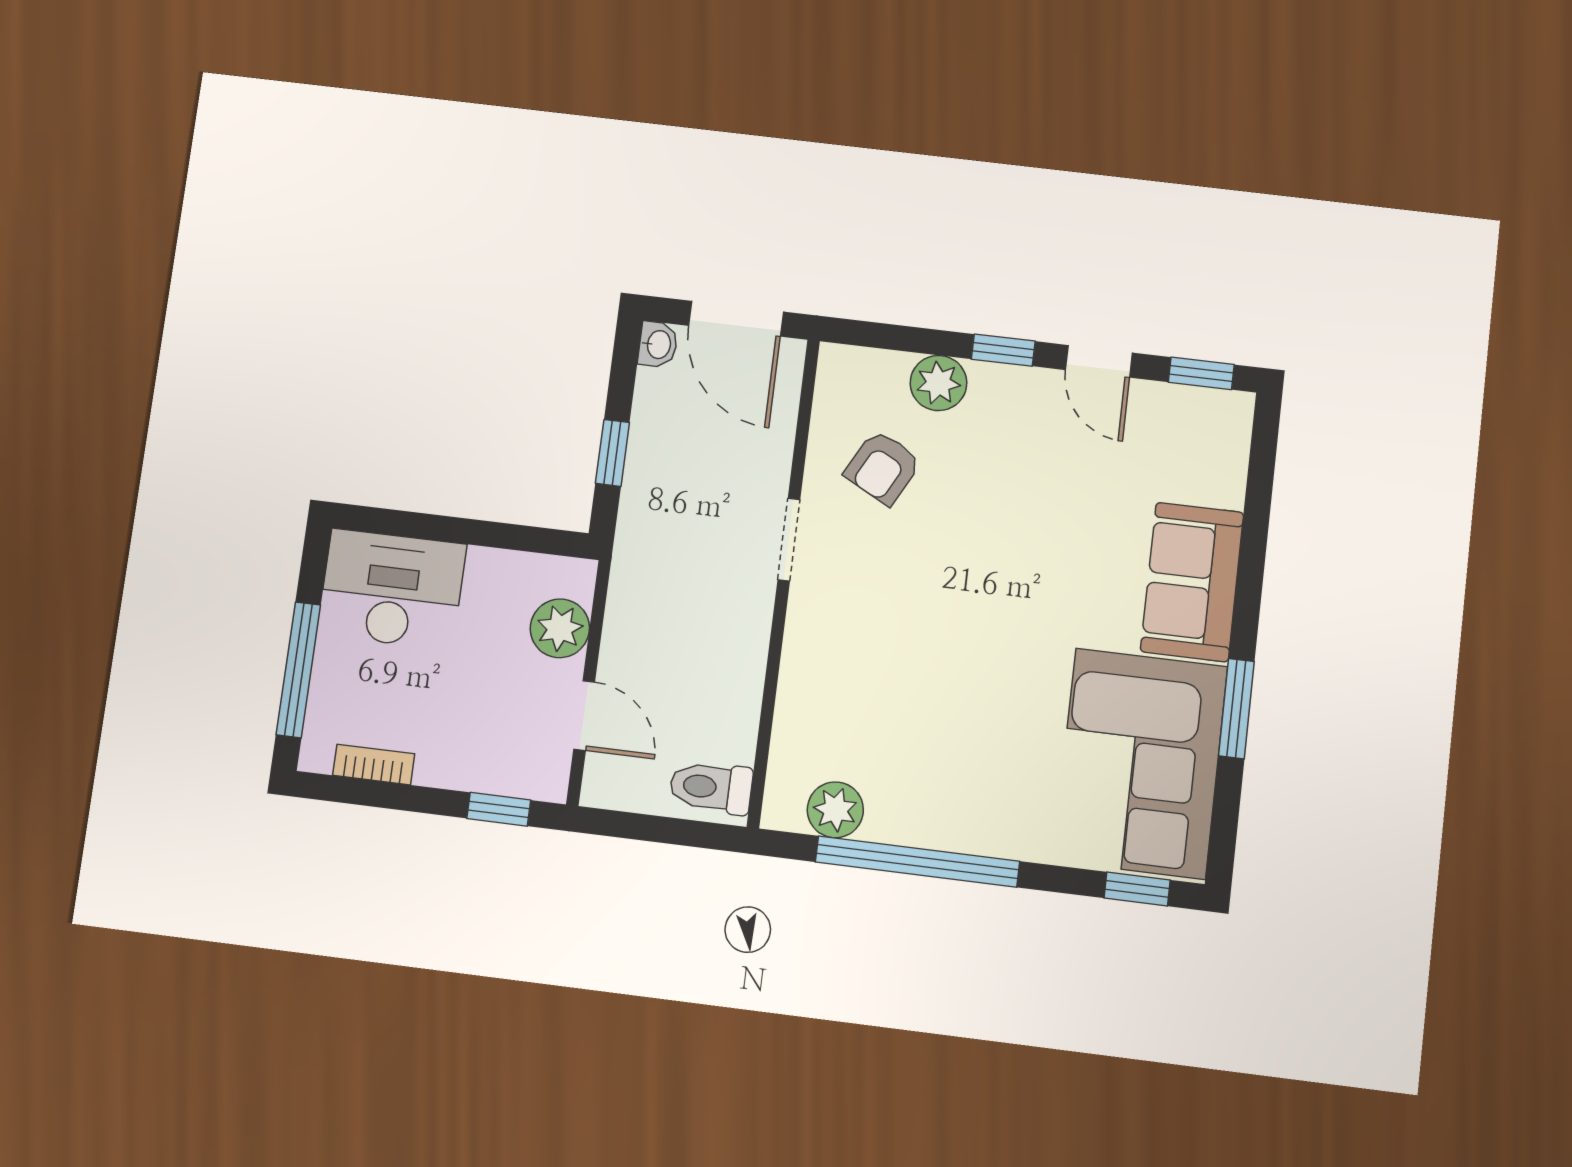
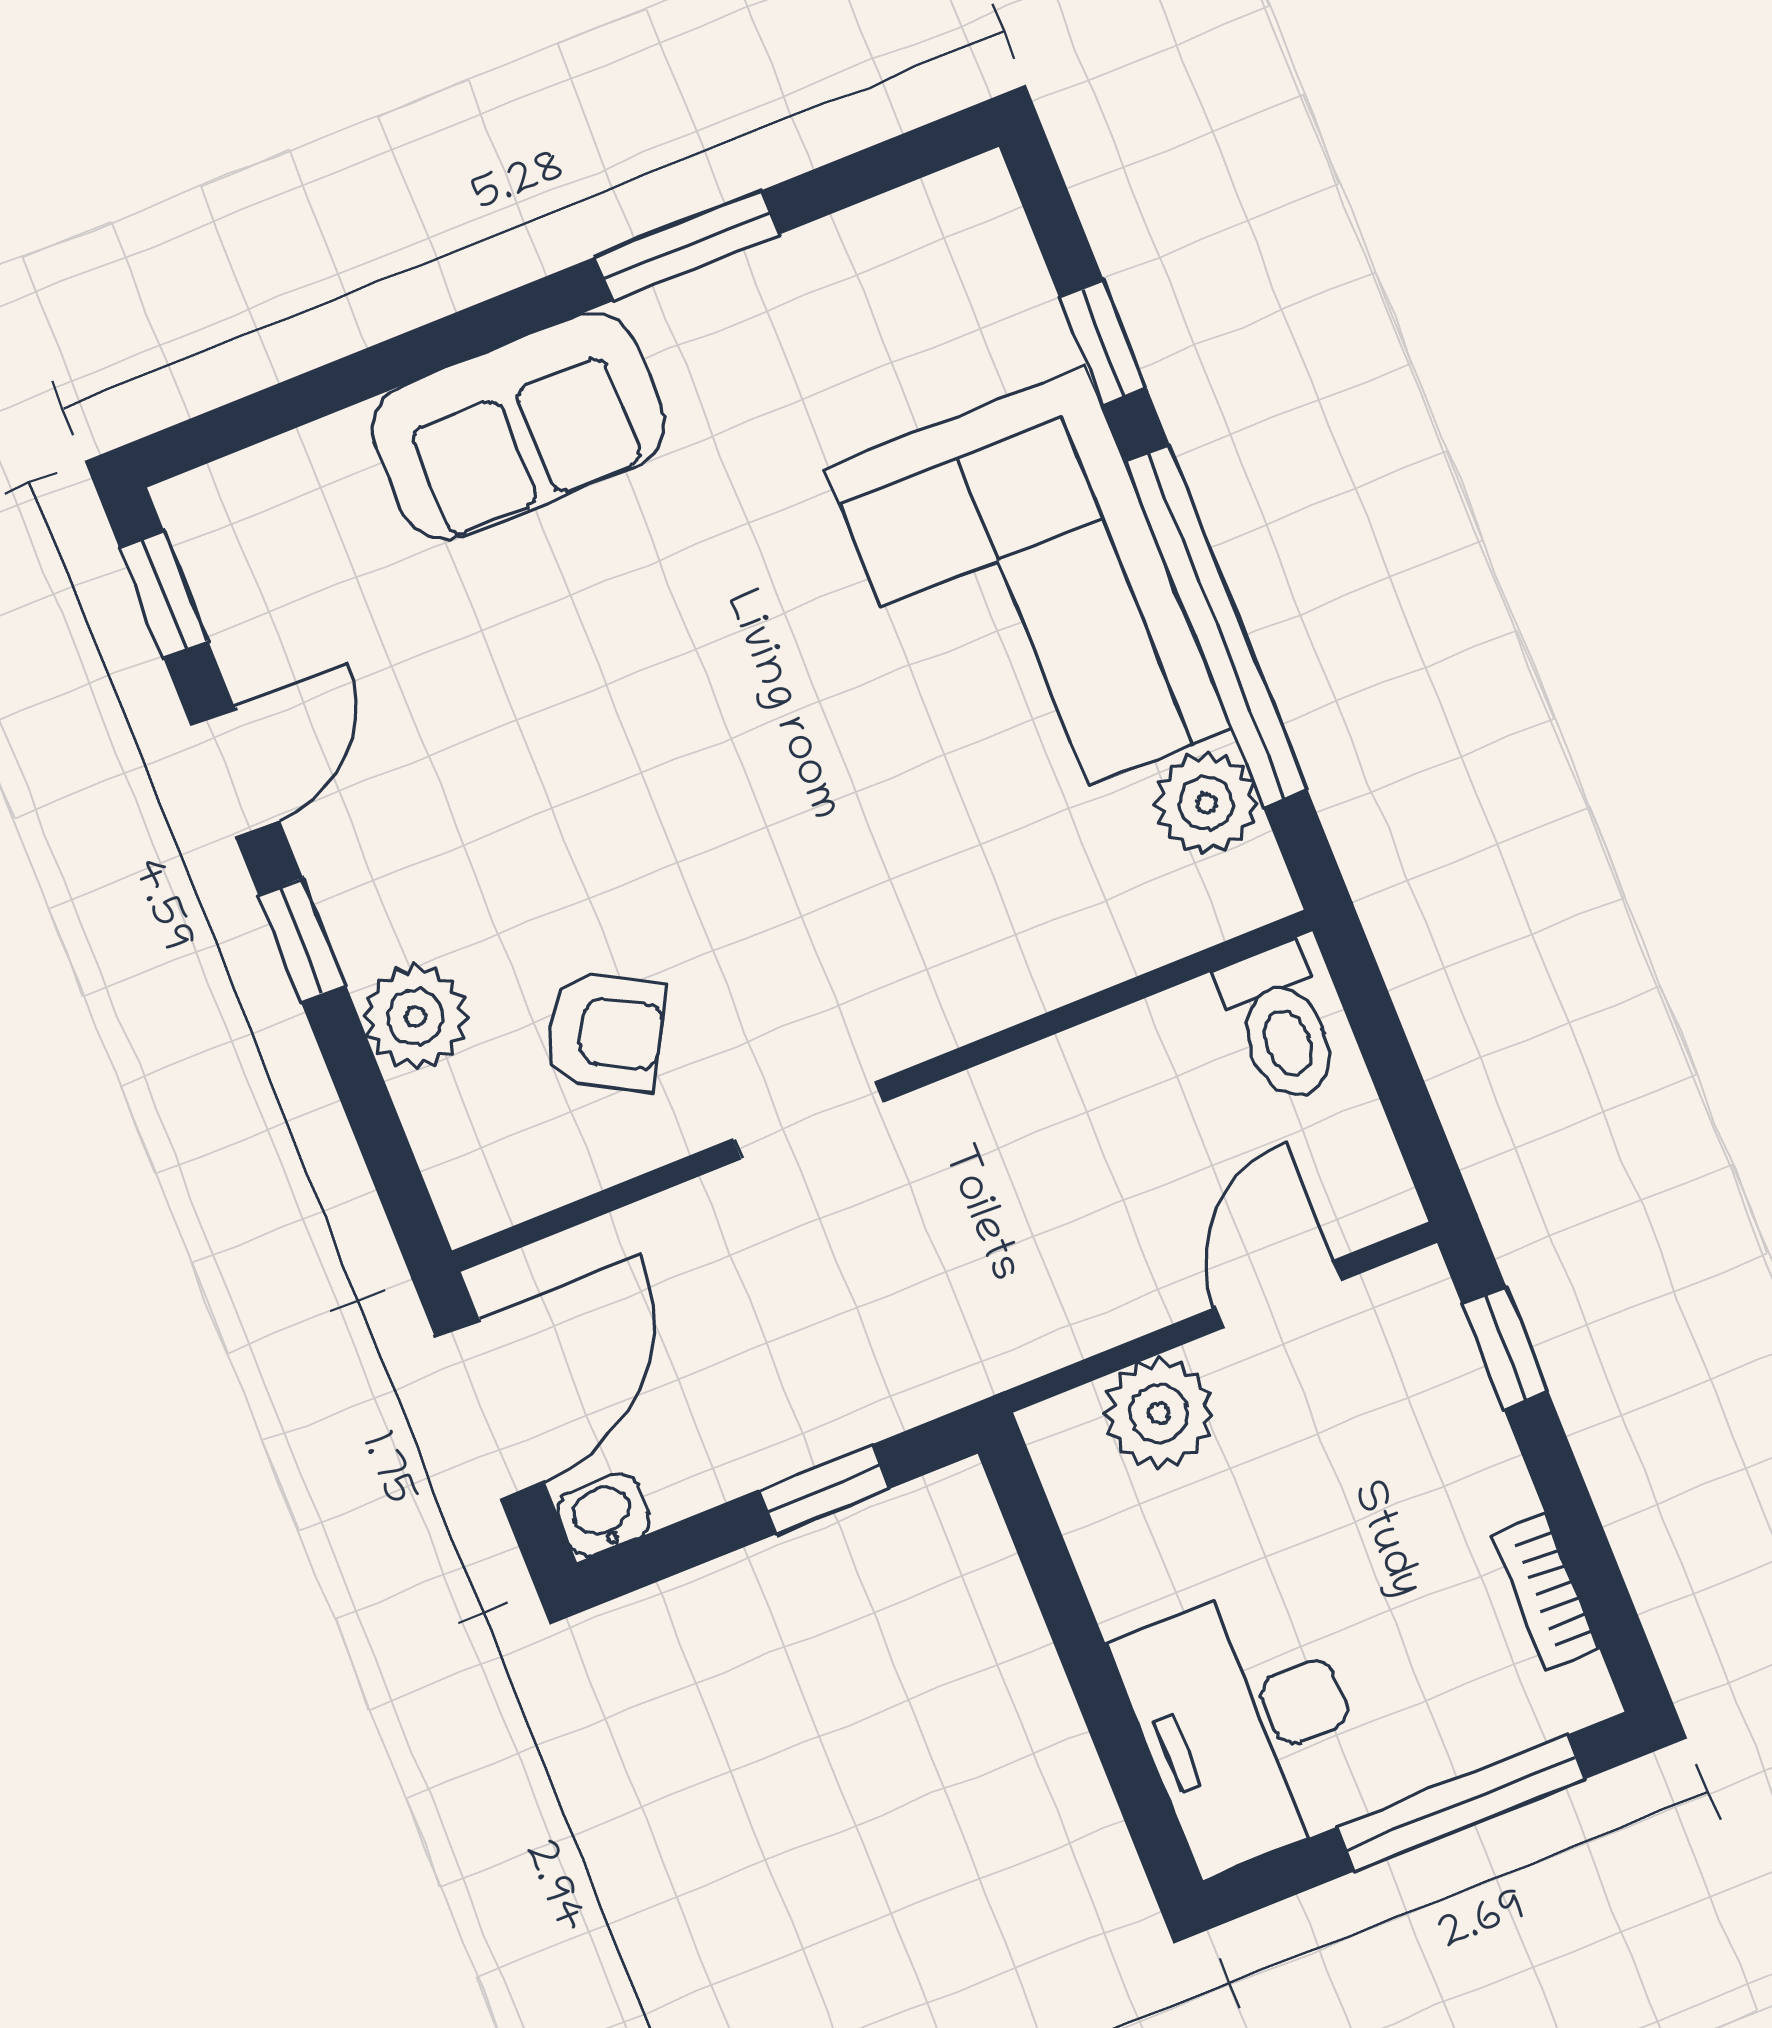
corner sofa: (1140, 763) -> (1028, 599), moved, turned 90
window: (1137, 889) -> (1103, 343), moved

